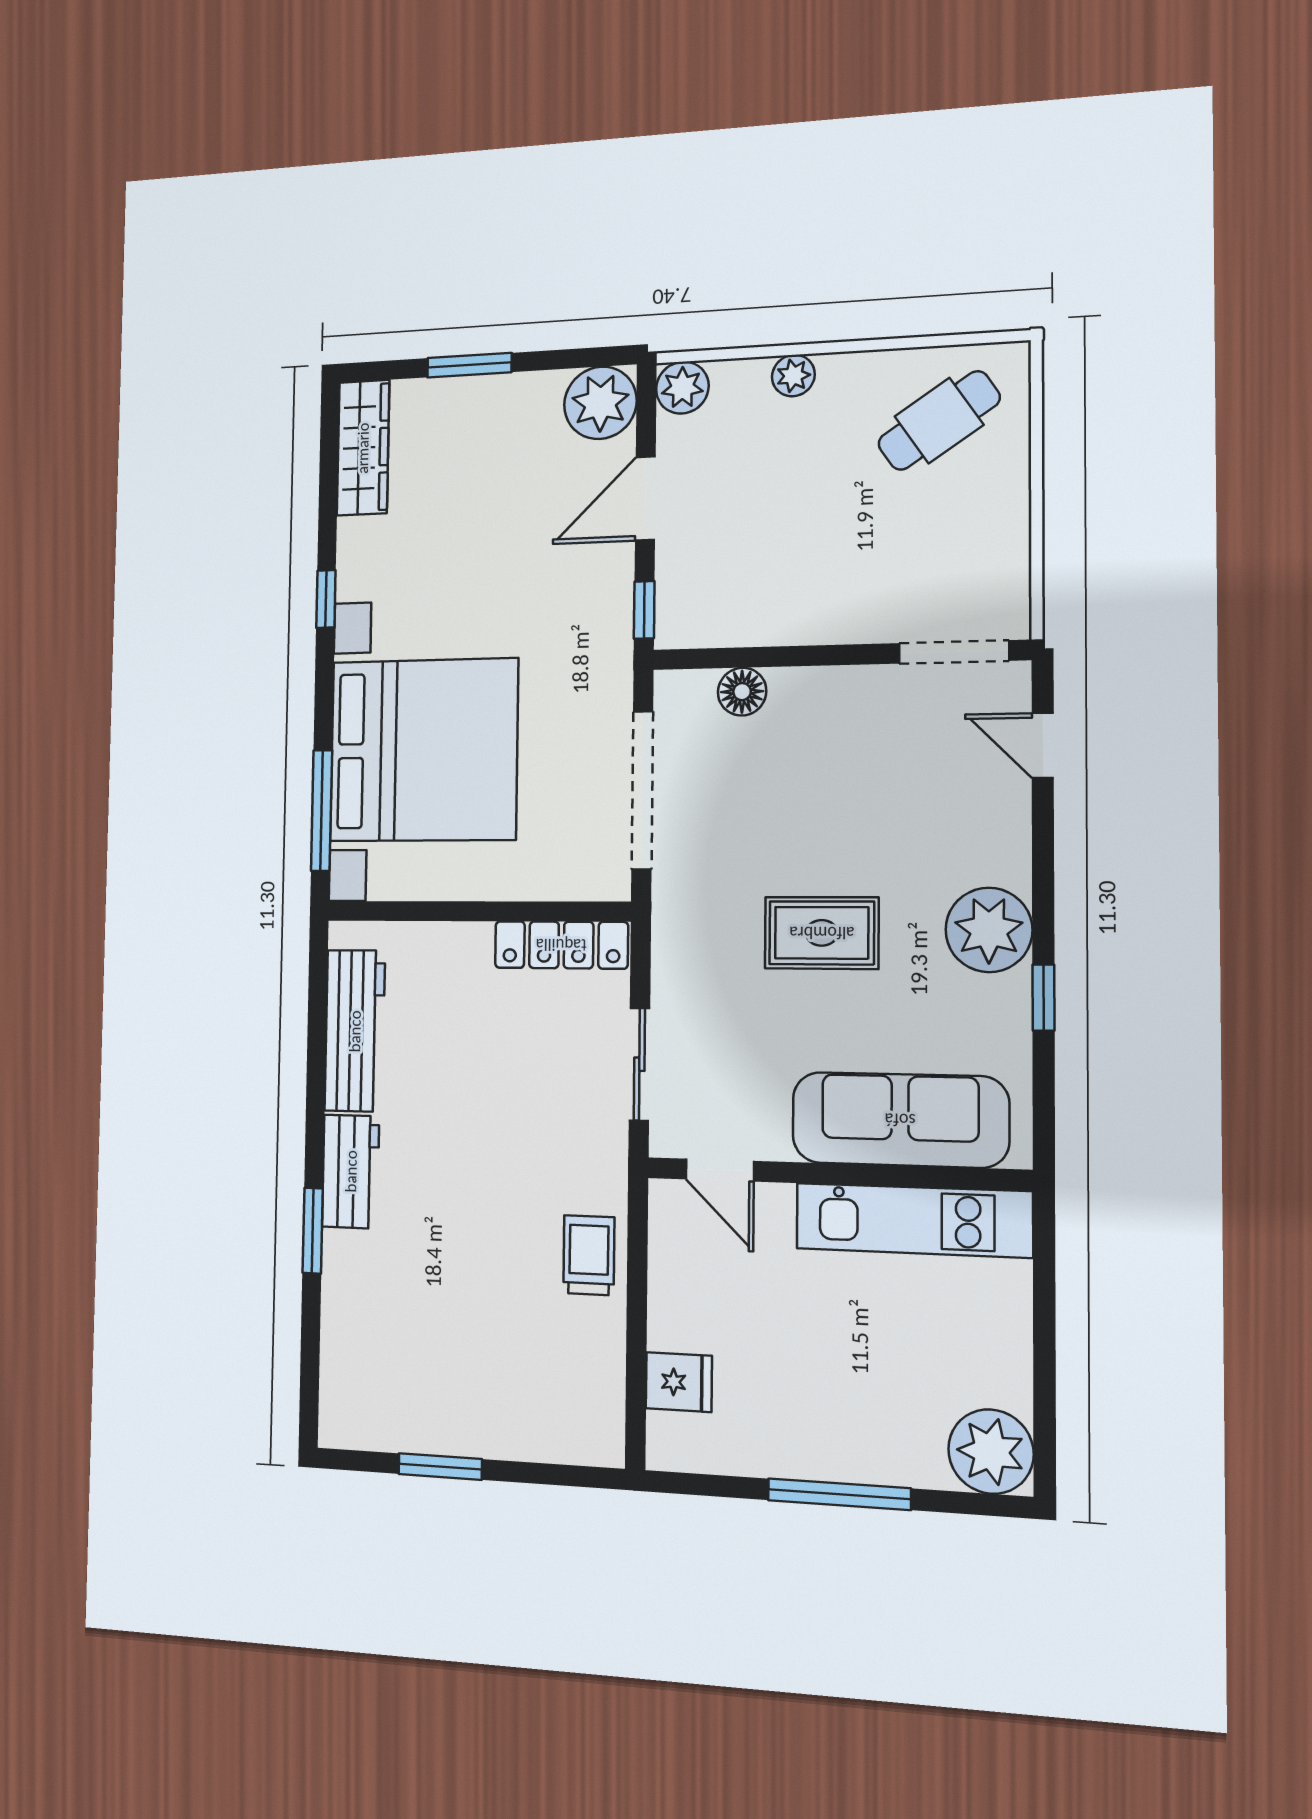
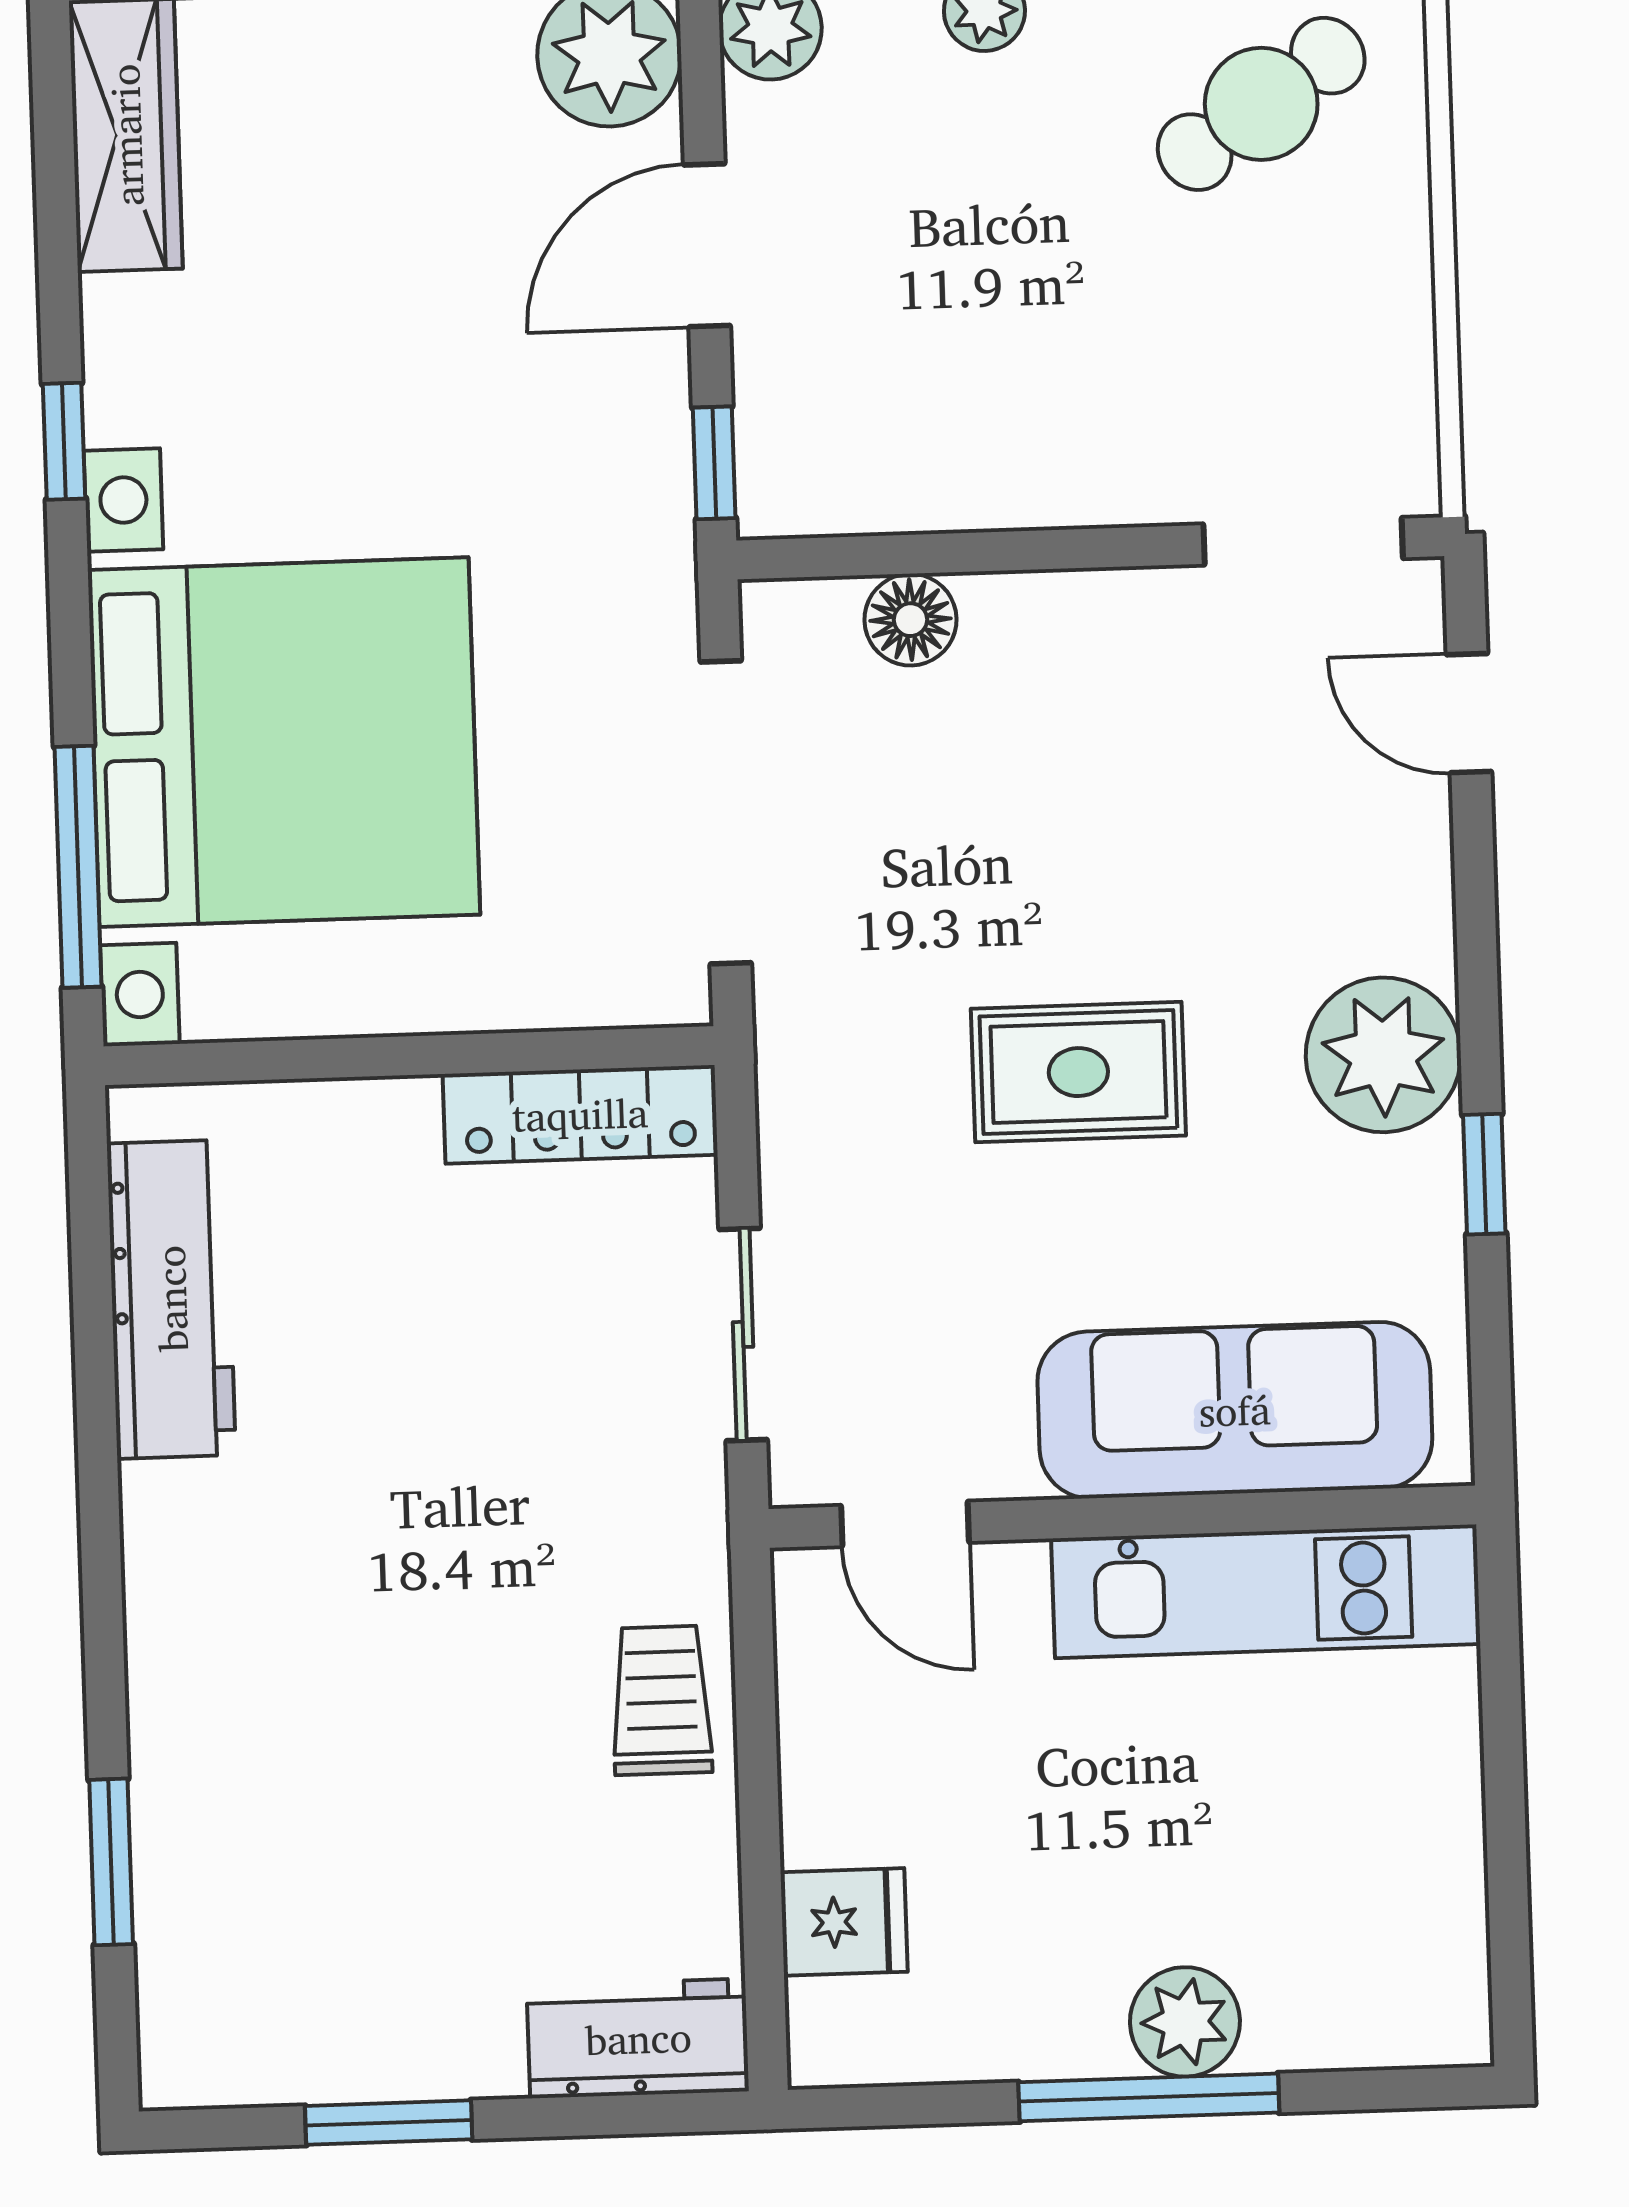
workbench: (351, 1171) -> (638, 2038), moved, turned -90
window: (313, 1231) -> (111, 1862), moved
plant: (991, 1452) -> (1185, 2022), moved, width x0.73, depth x0.73

